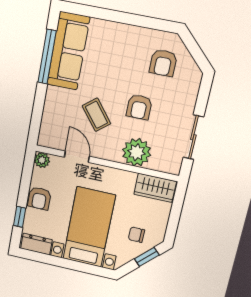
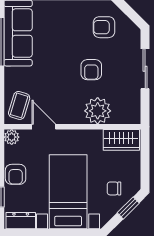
armchair: (163, 63) -> (104, 27), turned 90
coffee table: (96, 115) -> (19, 105), moved, turned 56
sliding door: (193, 137) -> (145, 69), moved

